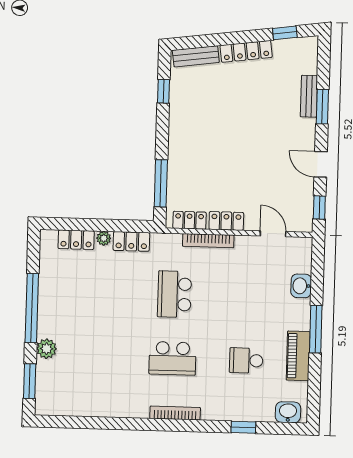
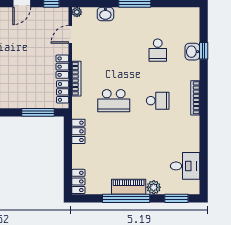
plant: (104, 238) -> (77, 12), moved
locker: (76, 240) -> (78, 181), moved
piano: (298, 356) -> (129, 187), moved, turned 180
school desk: (173, 358) -> (158, 101), width x0.54
desk: (76, 395) -> (185, 166), added
washbasin: (288, 412) -> (192, 52), moved

